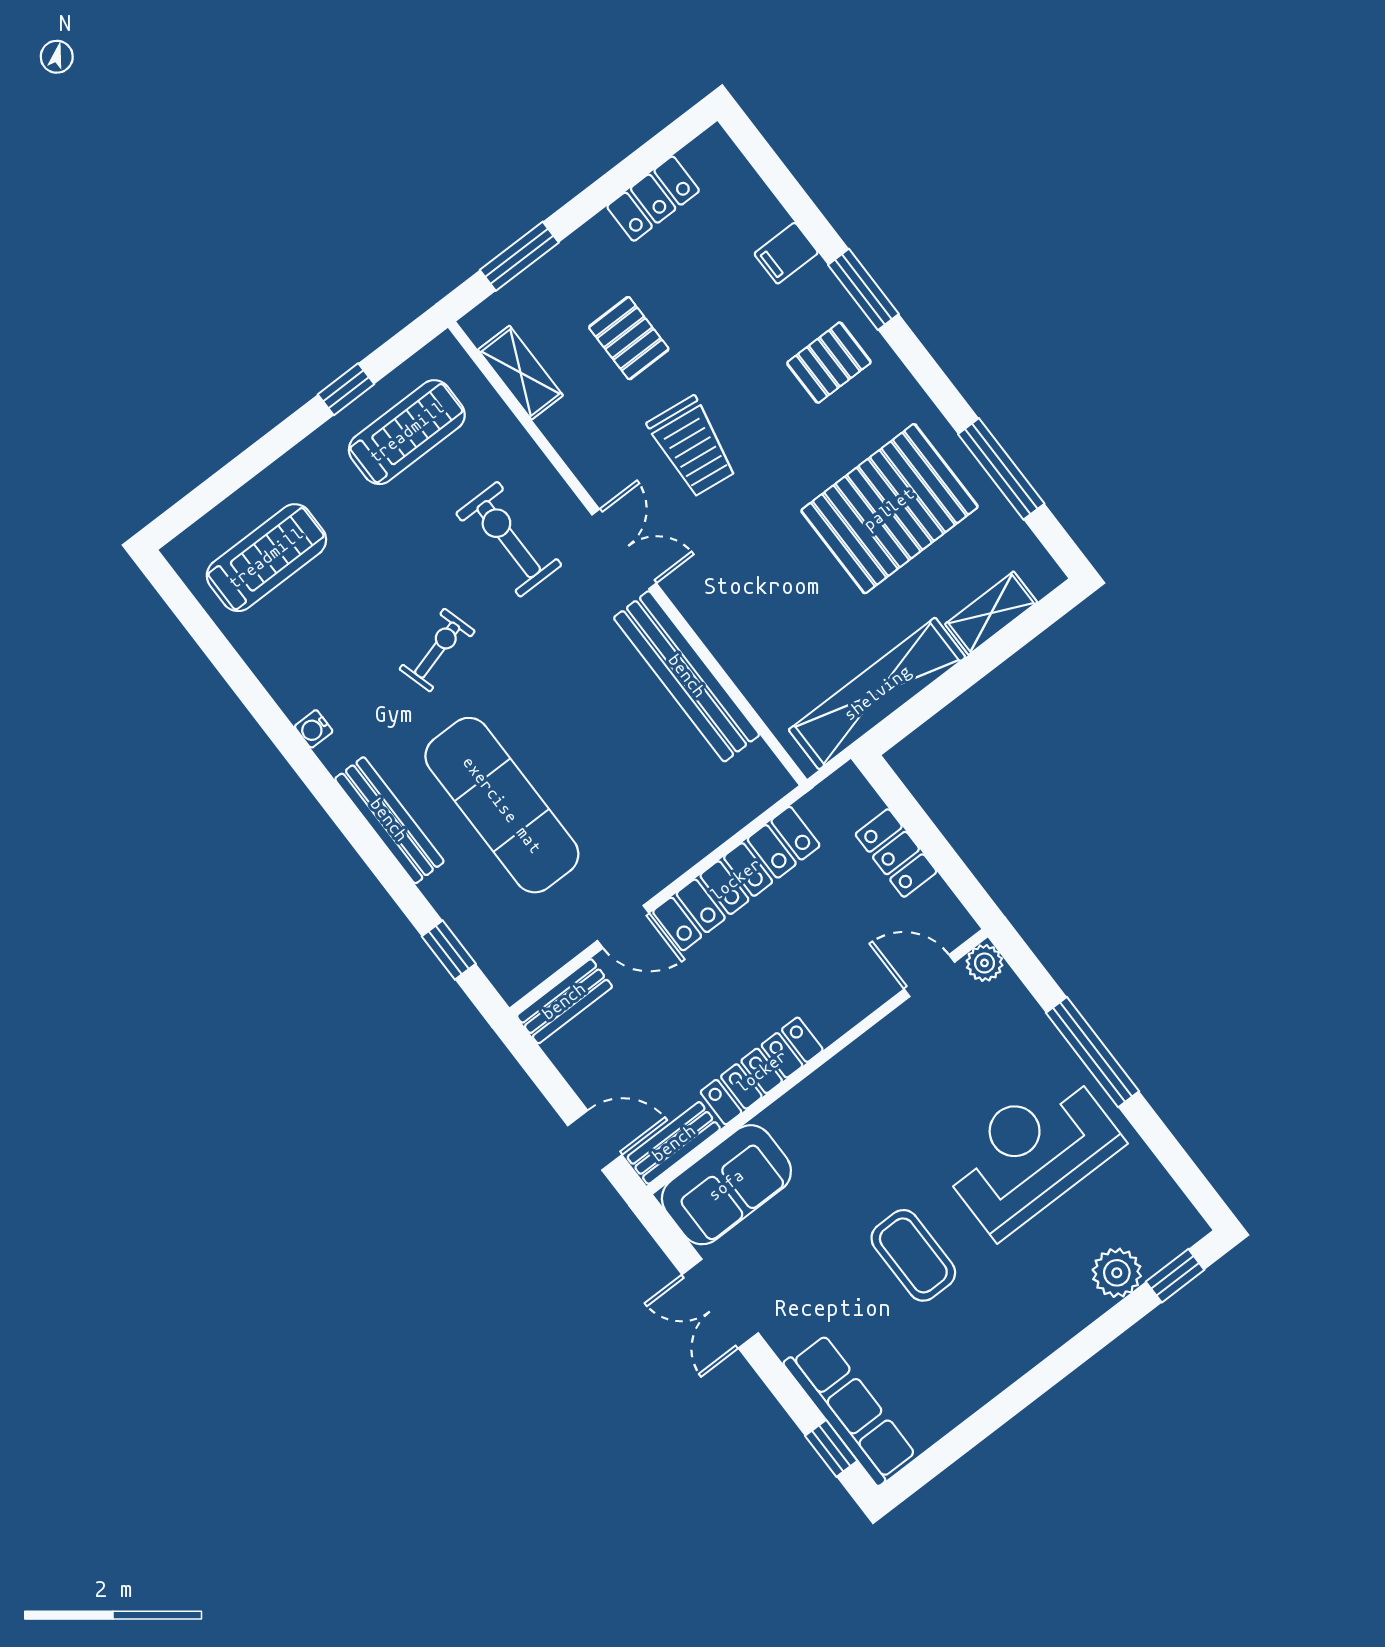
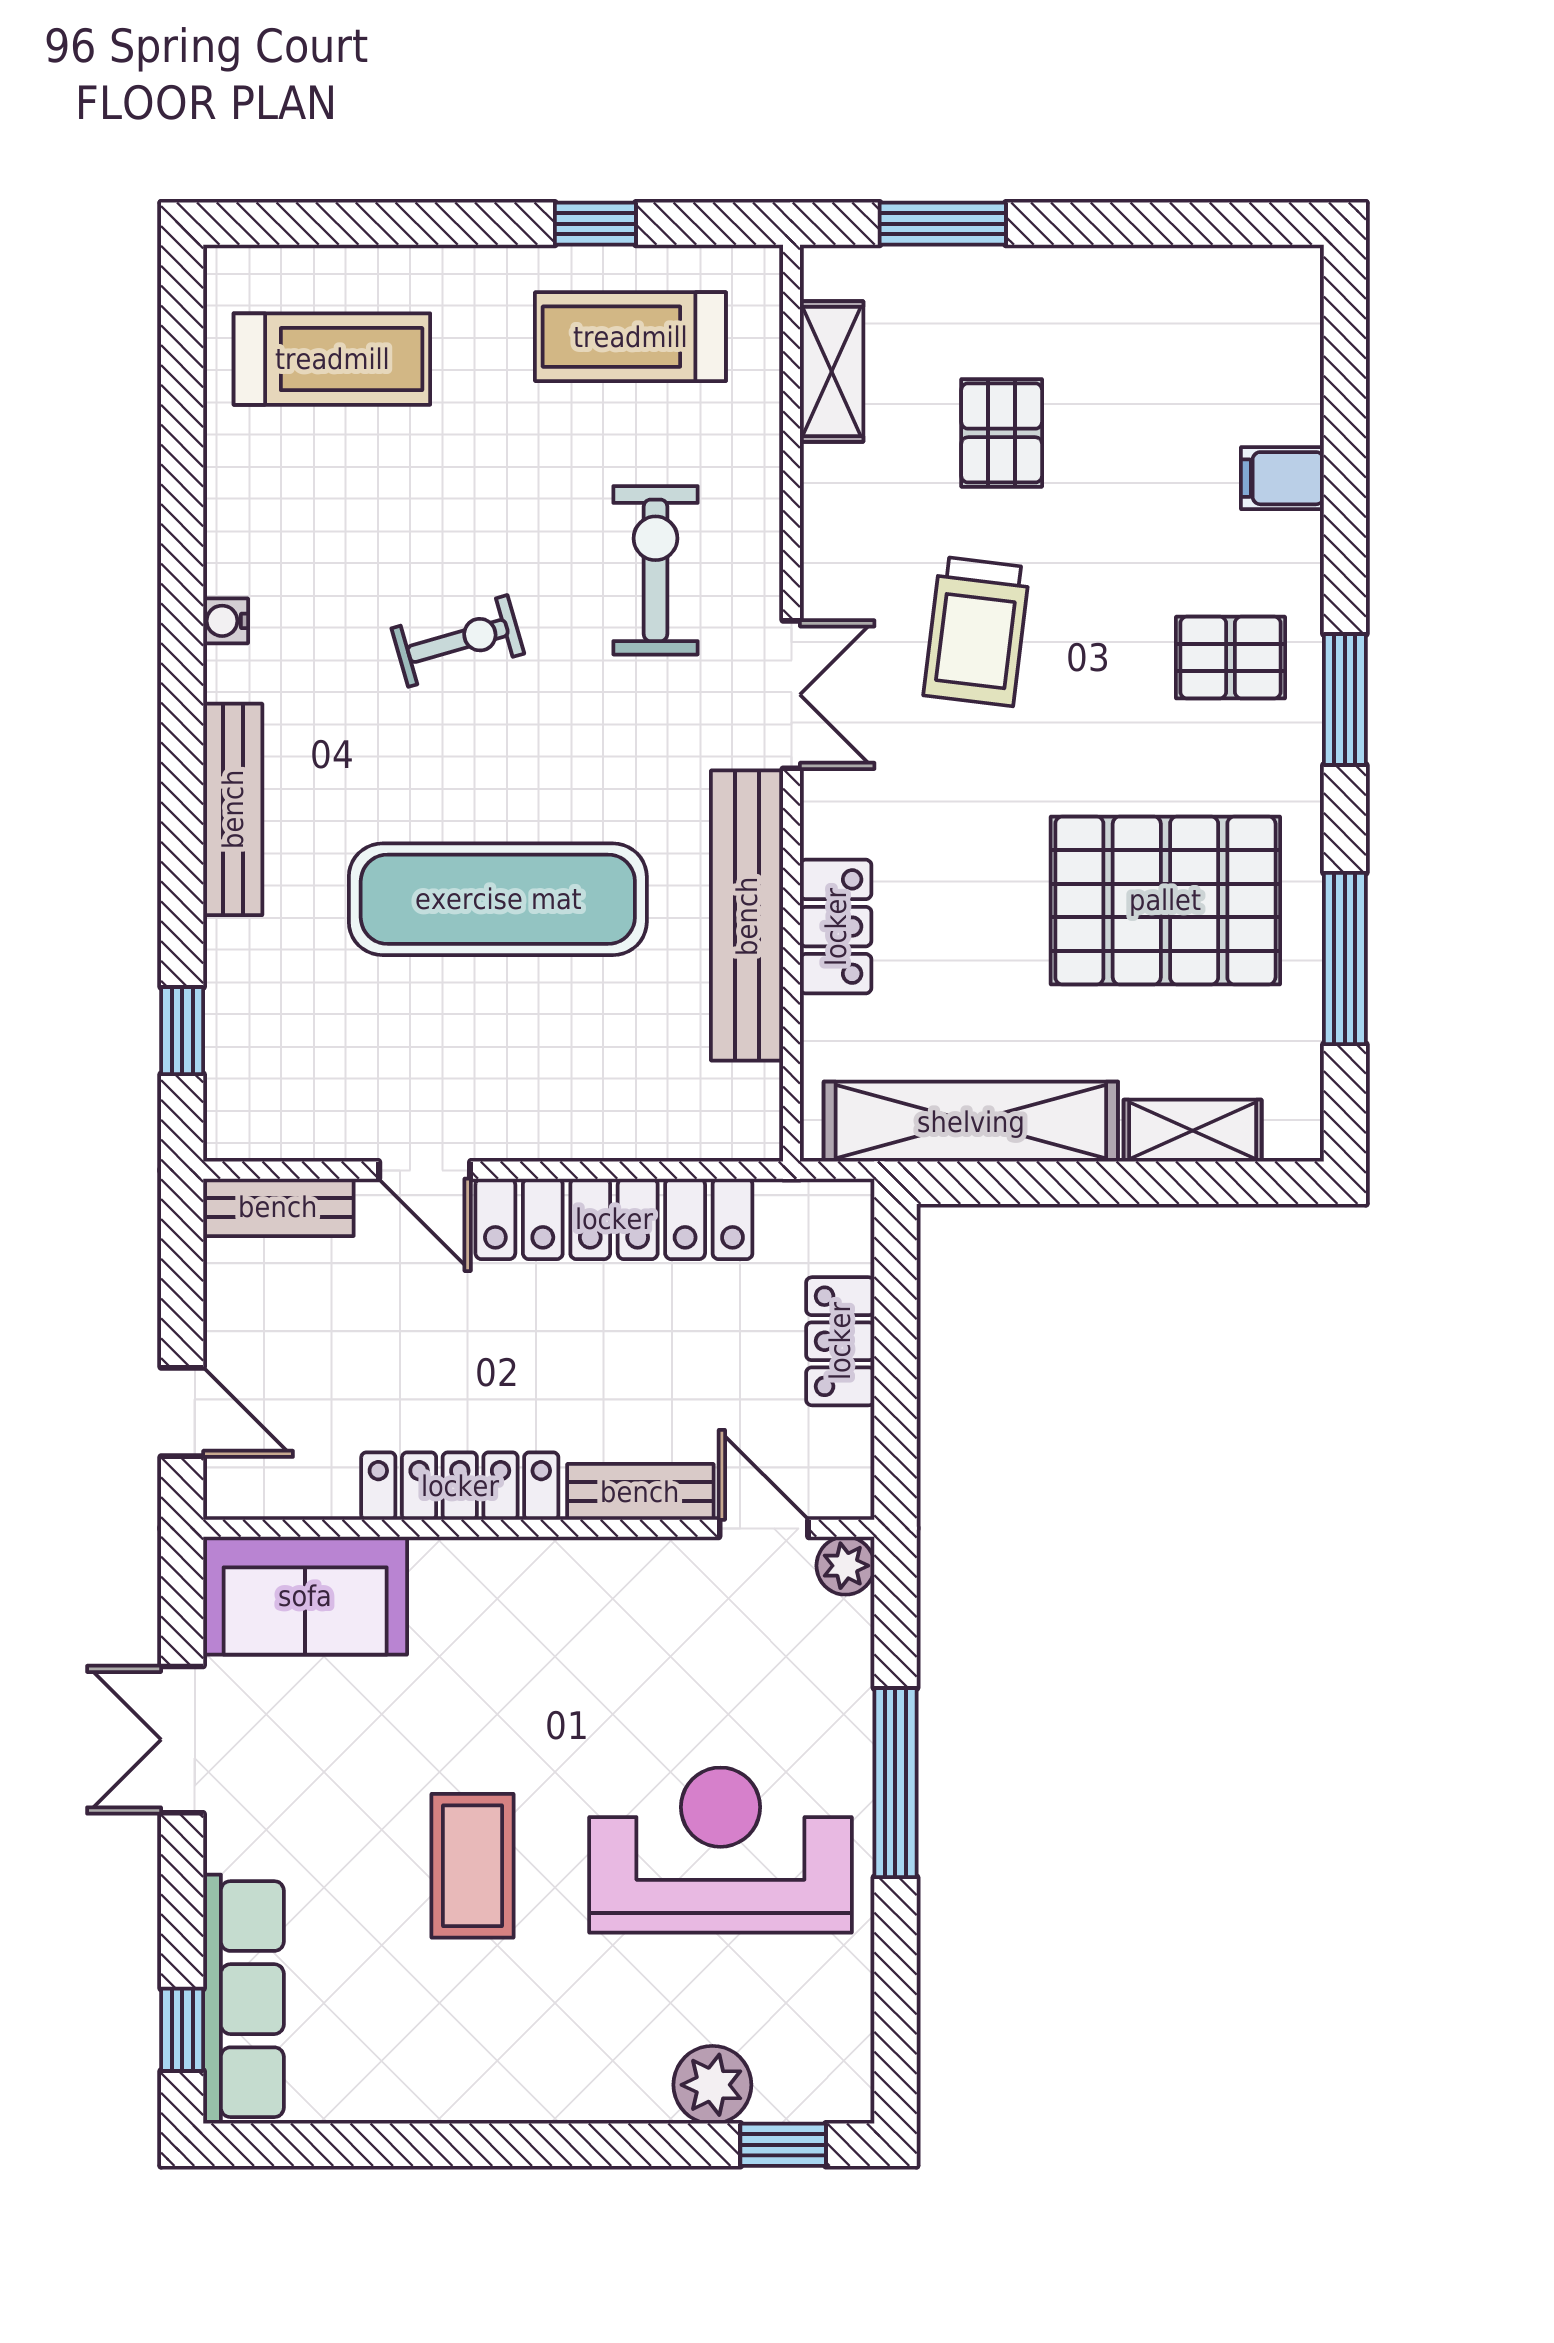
locker: (653, 199) -> (836, 927), moved, turned -90
window: (863, 289) -> (1345, 700), moved
treadmill: (407, 432) -> (630, 337), turned 180
exercise mat: (502, 805) -> (498, 899), moved, turned 90
bench: (674, 1143) -> (640, 1492), moved

